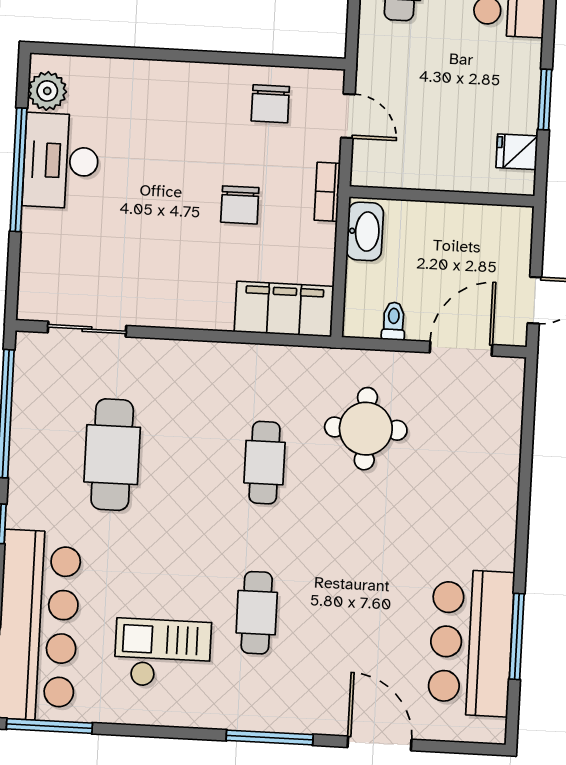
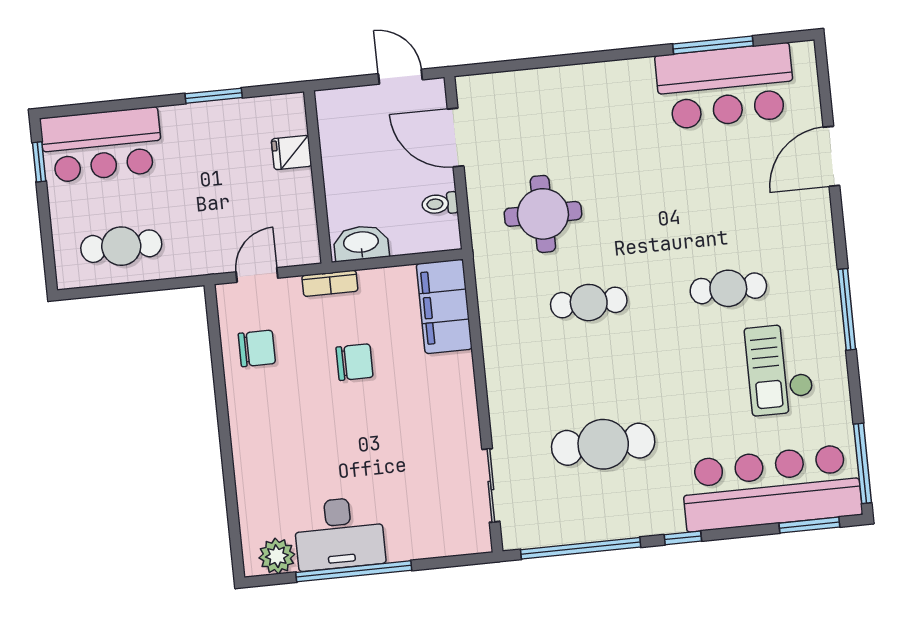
fridge: (517, 152) -> (292, 153), moved, turned 90
window: (270, 738) -> (847, 309), moved

